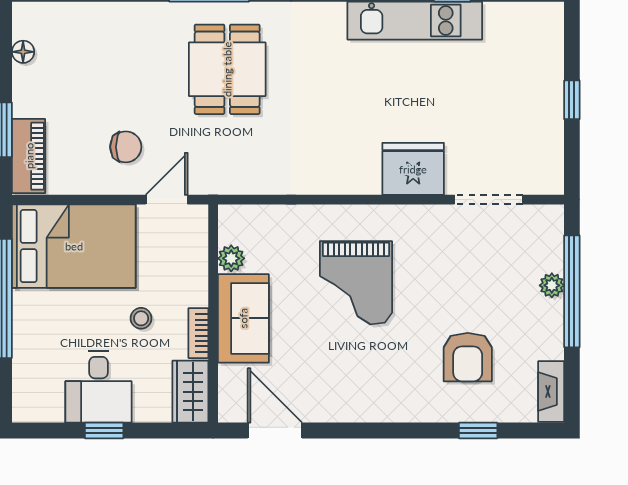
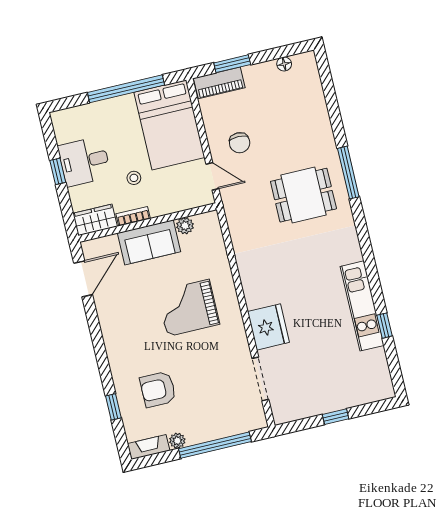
plant: (552, 285) -> (177, 441), moved

